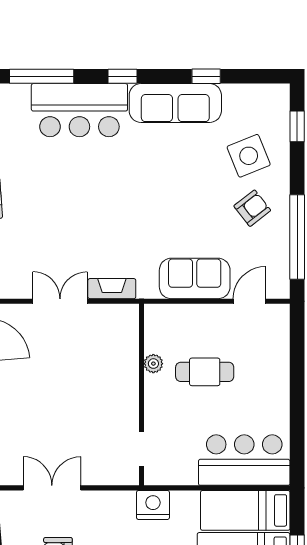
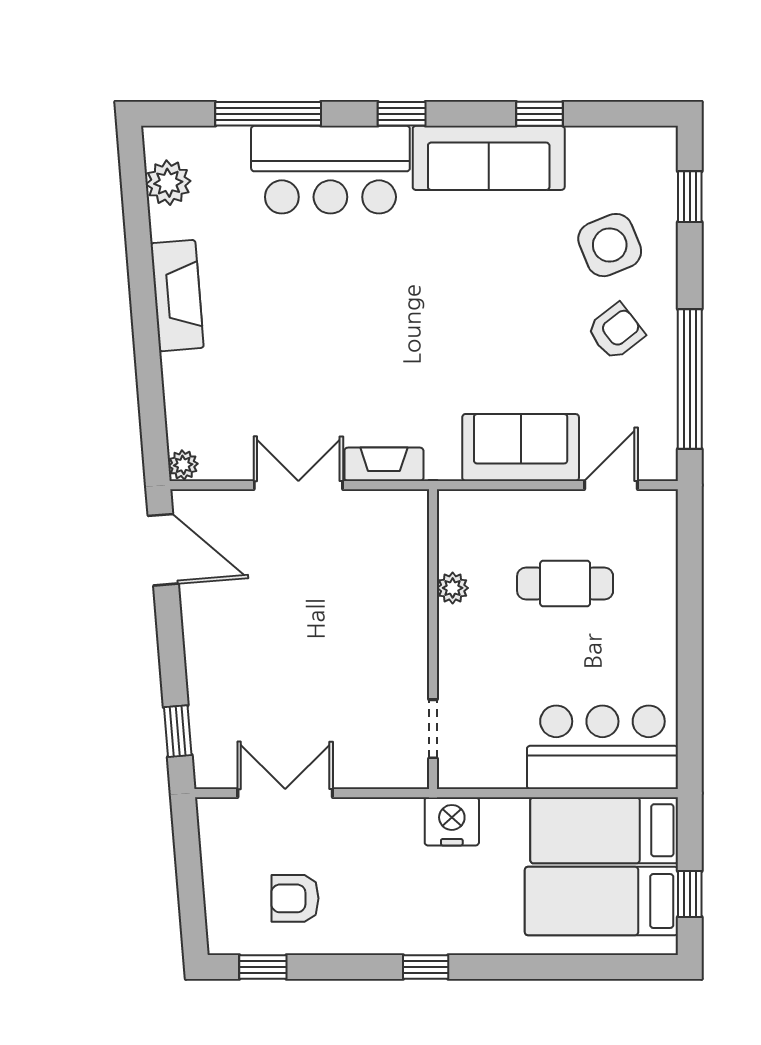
cafe table: (205, 372) -> (565, 583), moved

